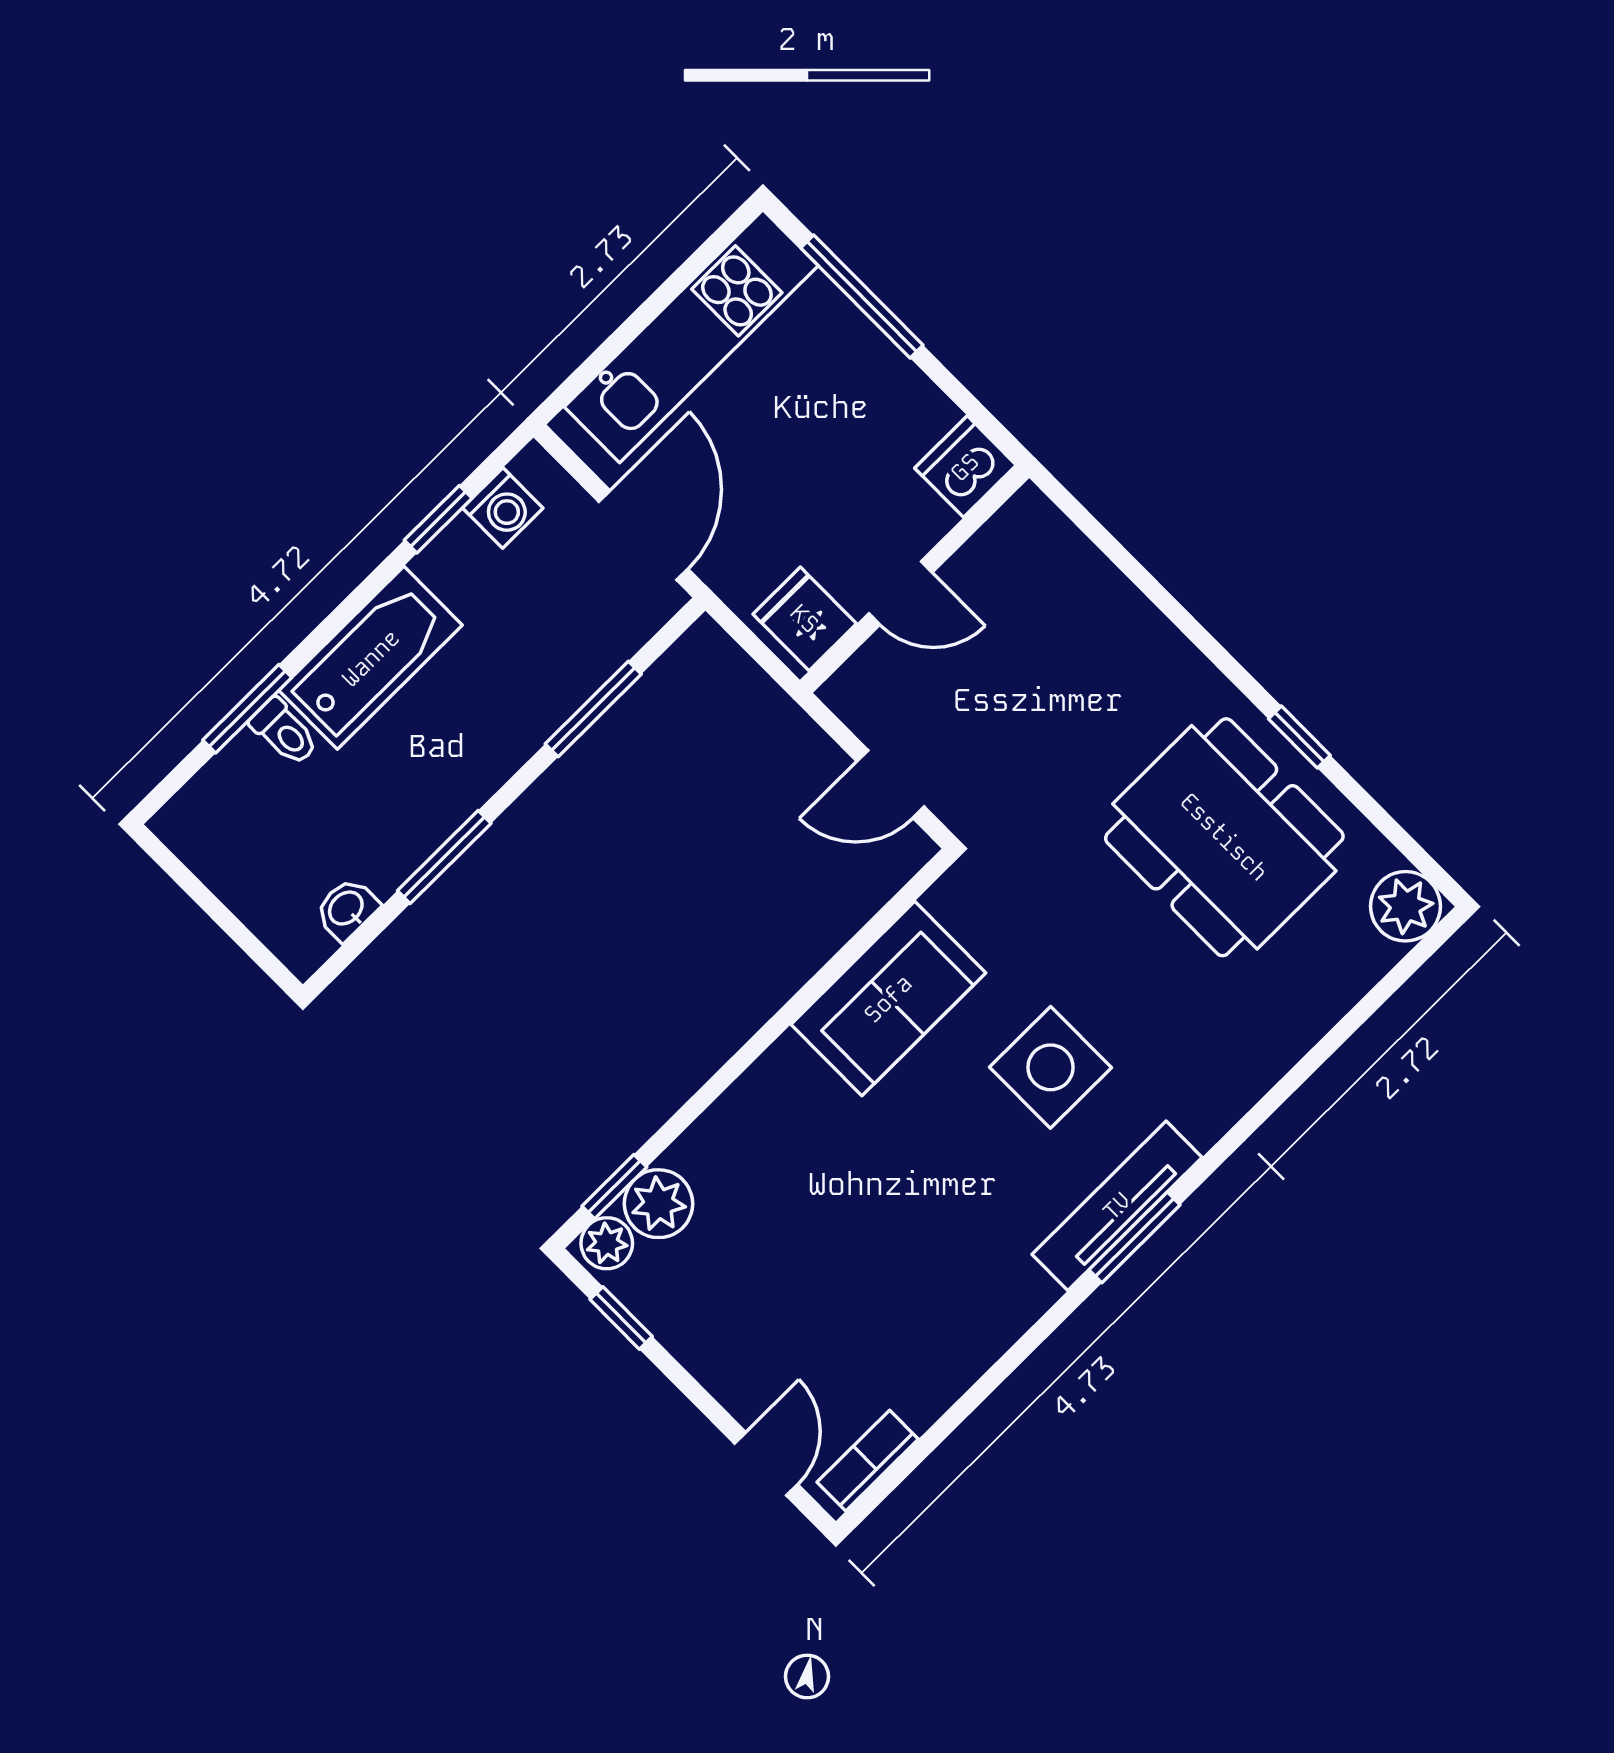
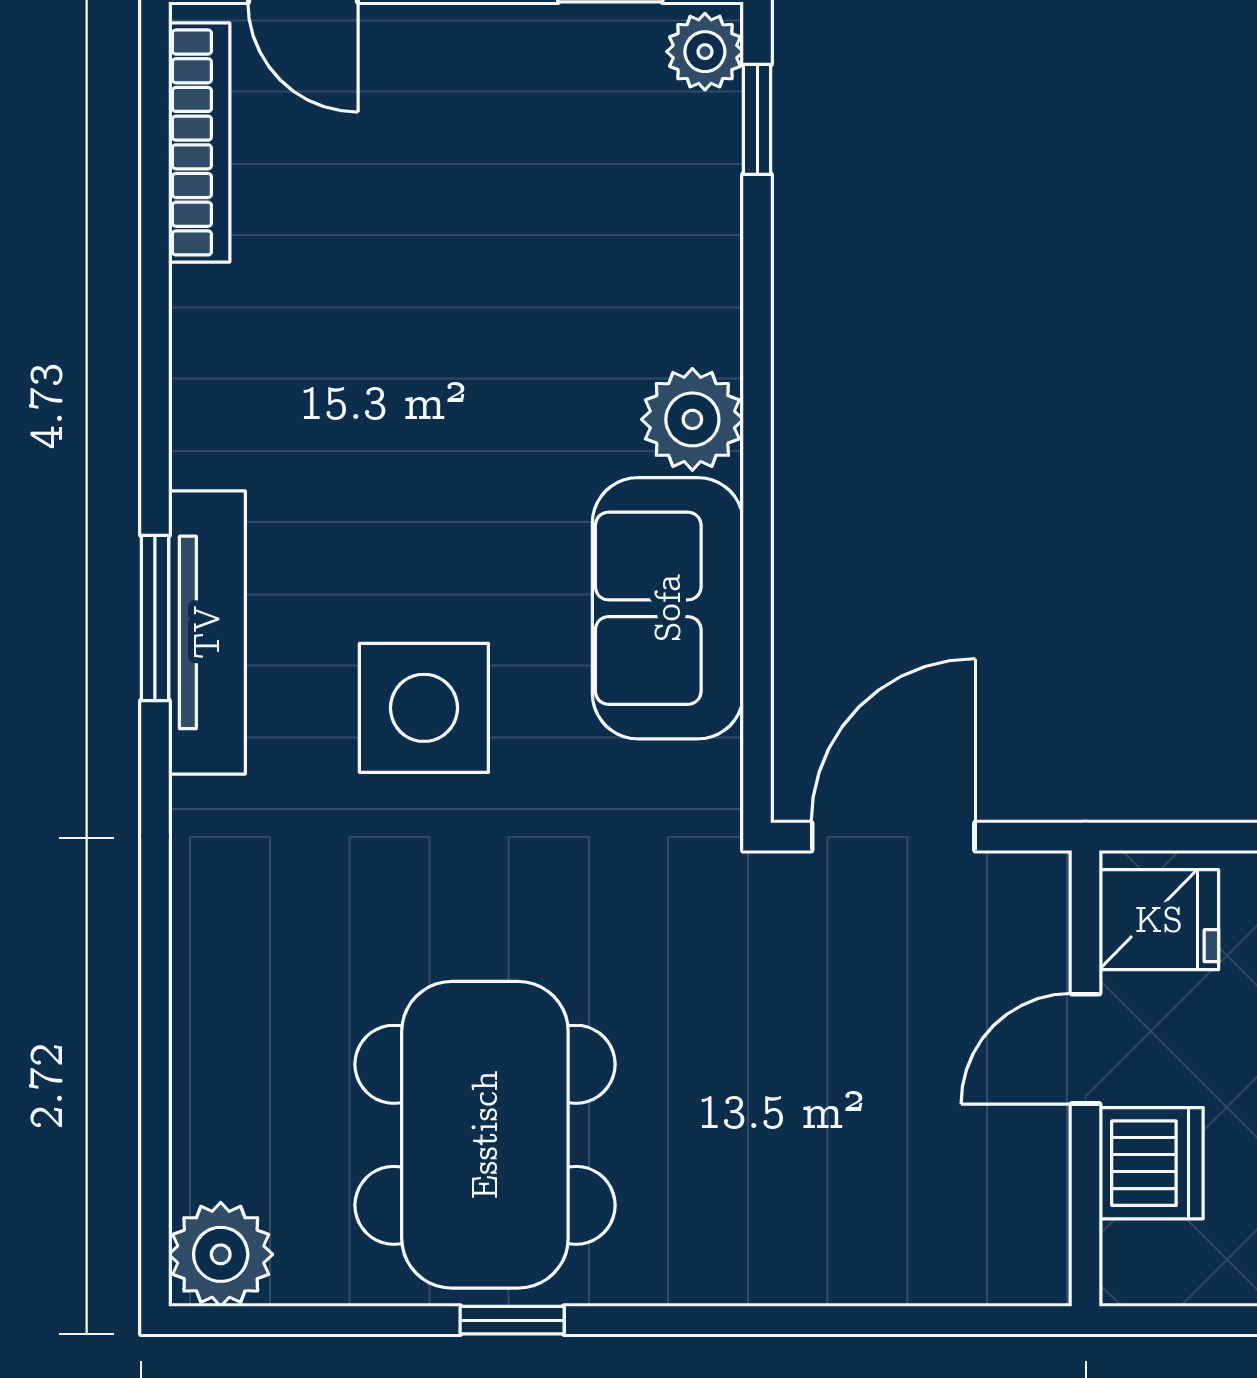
dishwasher: (965, 467) -> (1151, 1163), moved
door: (891, 784) -> (893, 837), width x1.38
dining table: (1224, 837) -> (485, 1135), turned 90
plant: (659, 1204) -> (692, 419), moved
bookcase: (868, 1461) -> (199, 142), width x1.56

